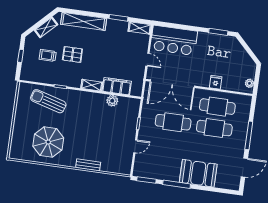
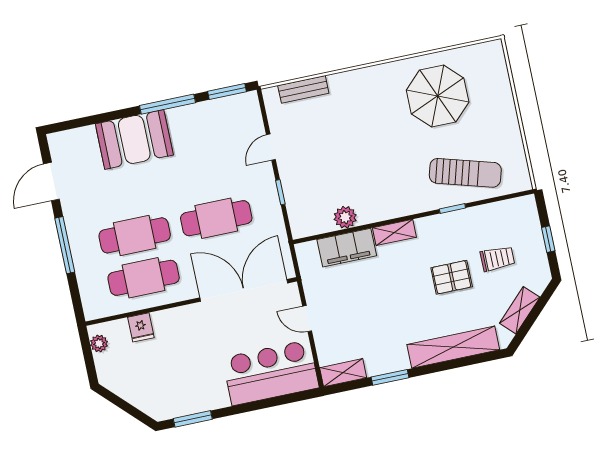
fridge: (216, 82) -> (141, 327), moved
bench: (88, 165) -> (303, 89), moved

